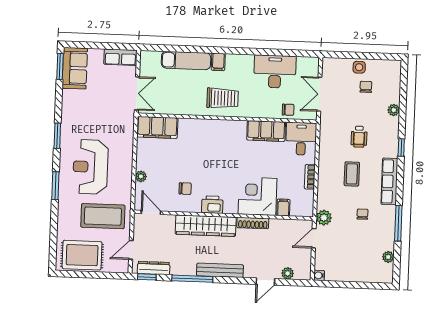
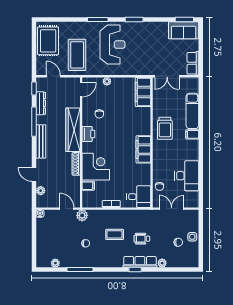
trolley: (223, 98) -> (165, 128), moved
filing cabinet: (266, 131) -> (143, 149), moved
reception desk: (90, 167) -> (112, 45), turned 90
row of seats: (389, 181) -> (140, 262), moved
dresser: (154, 268) -> (41, 103), moved

